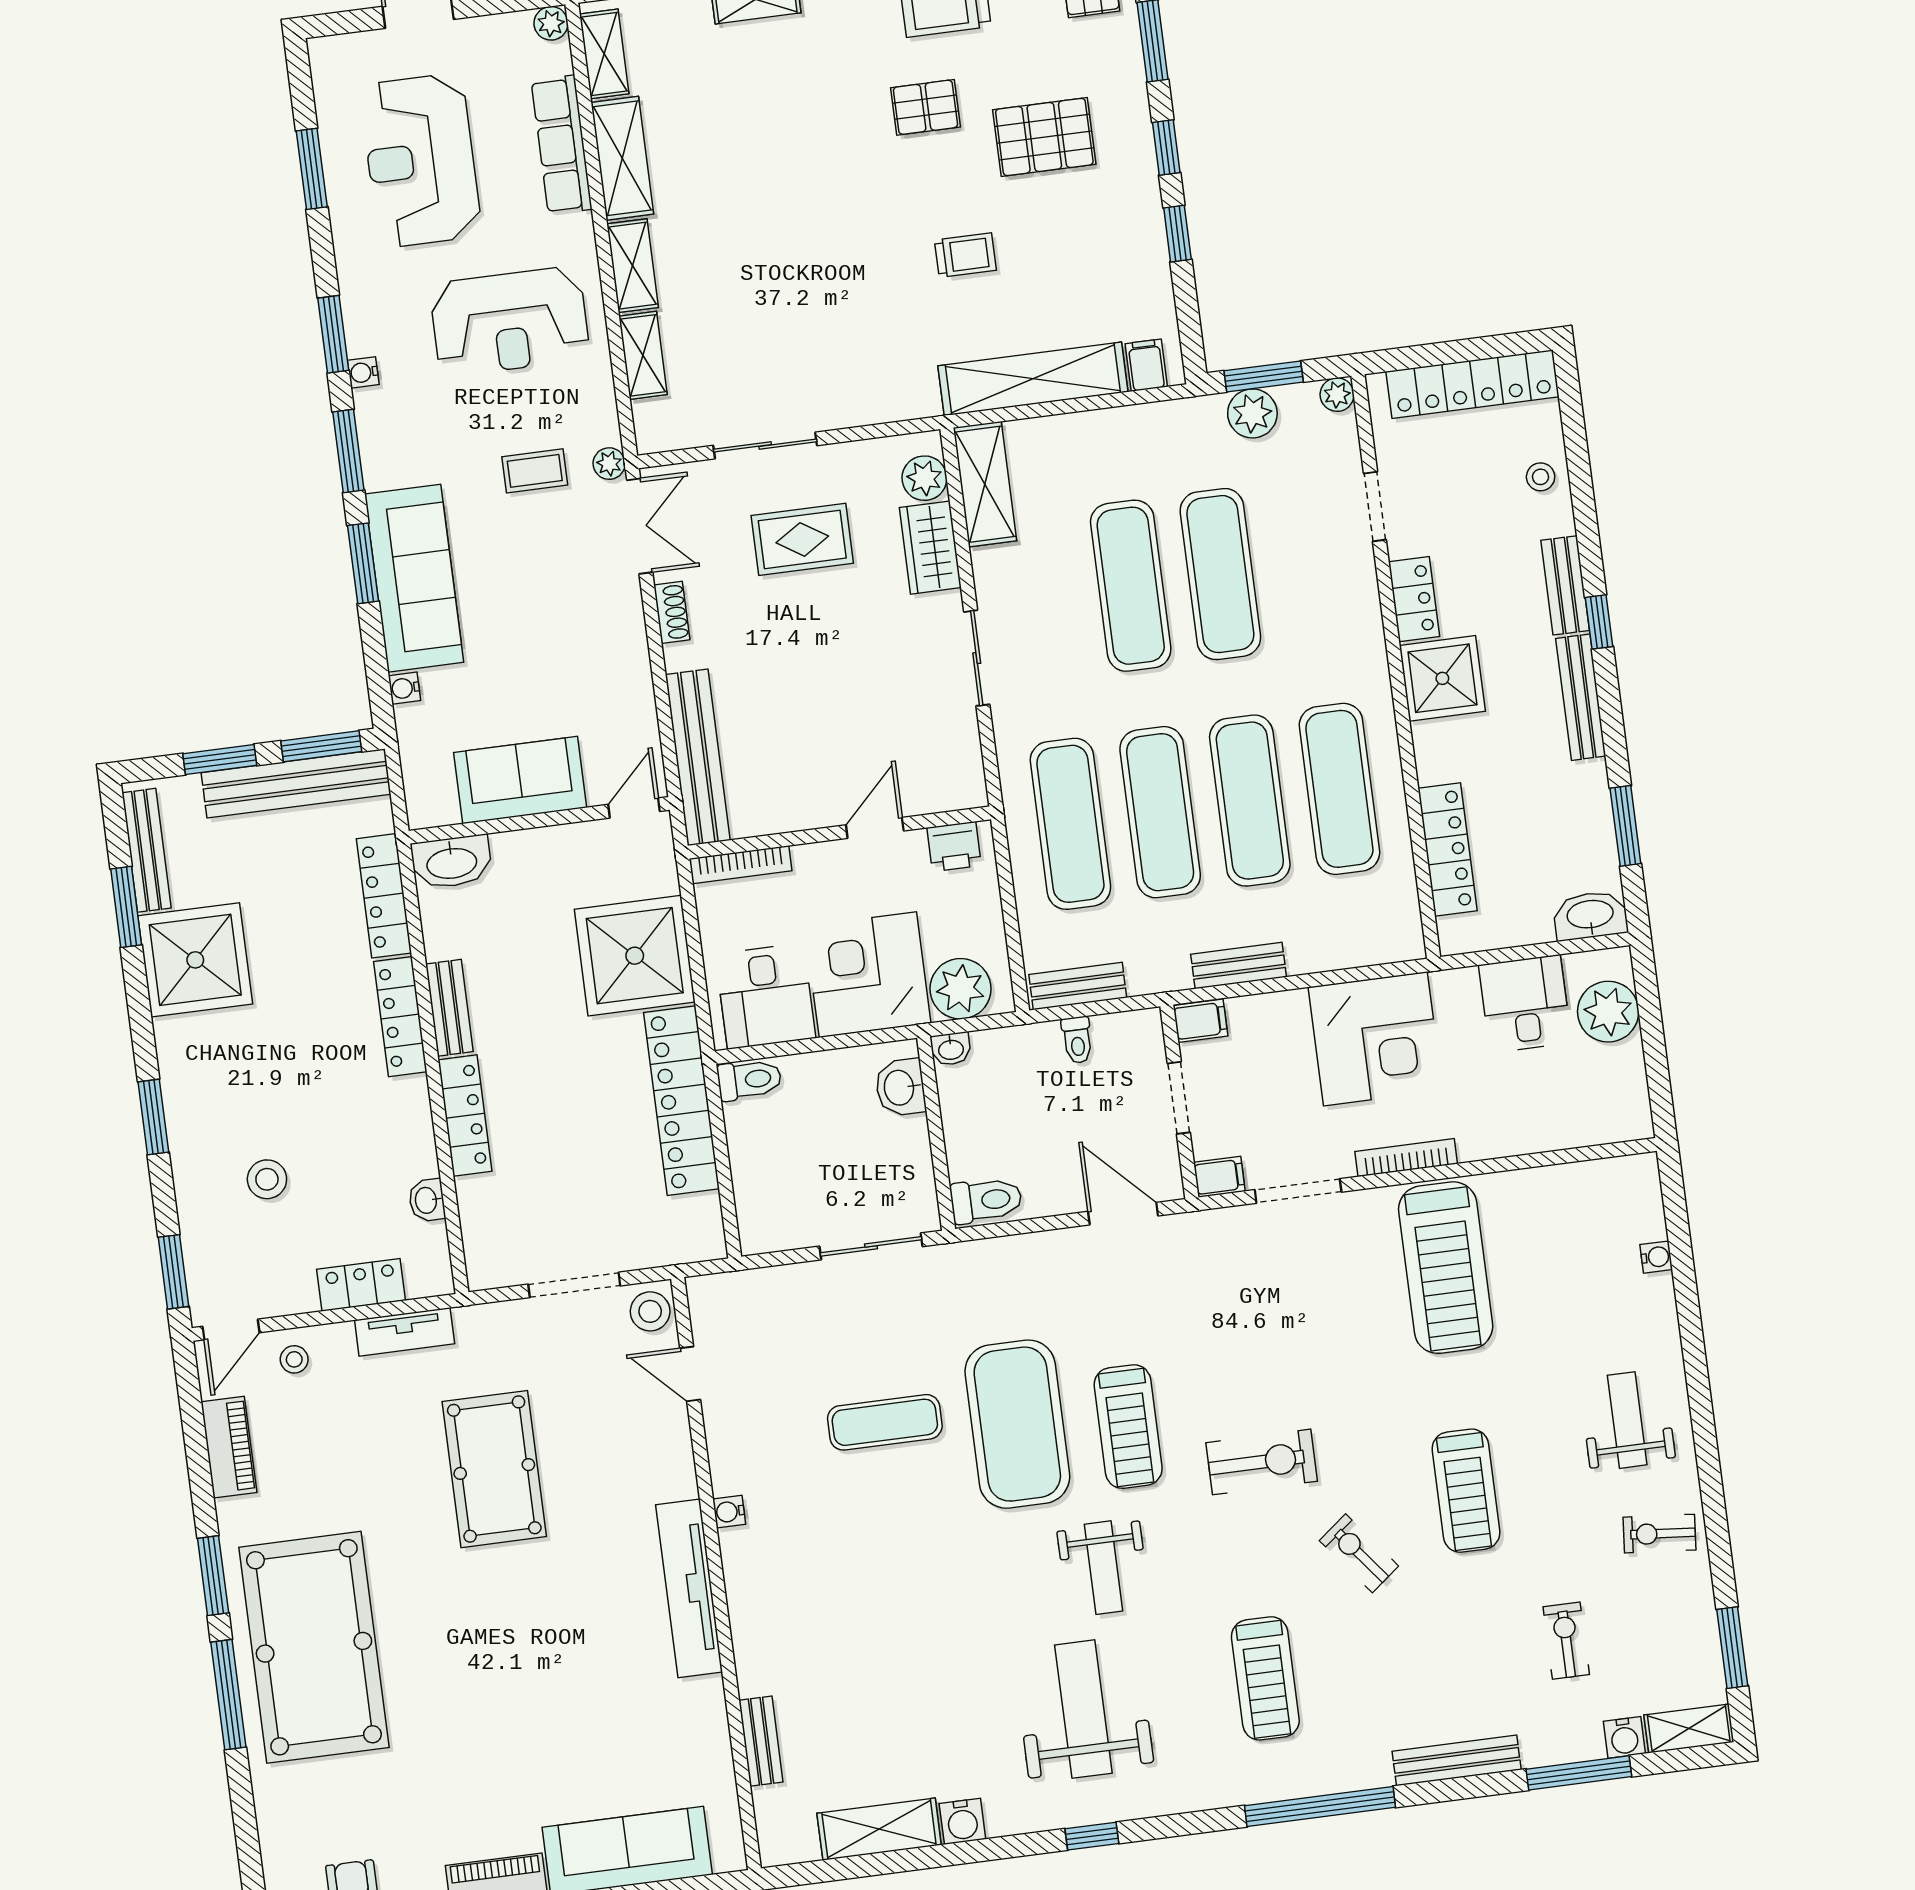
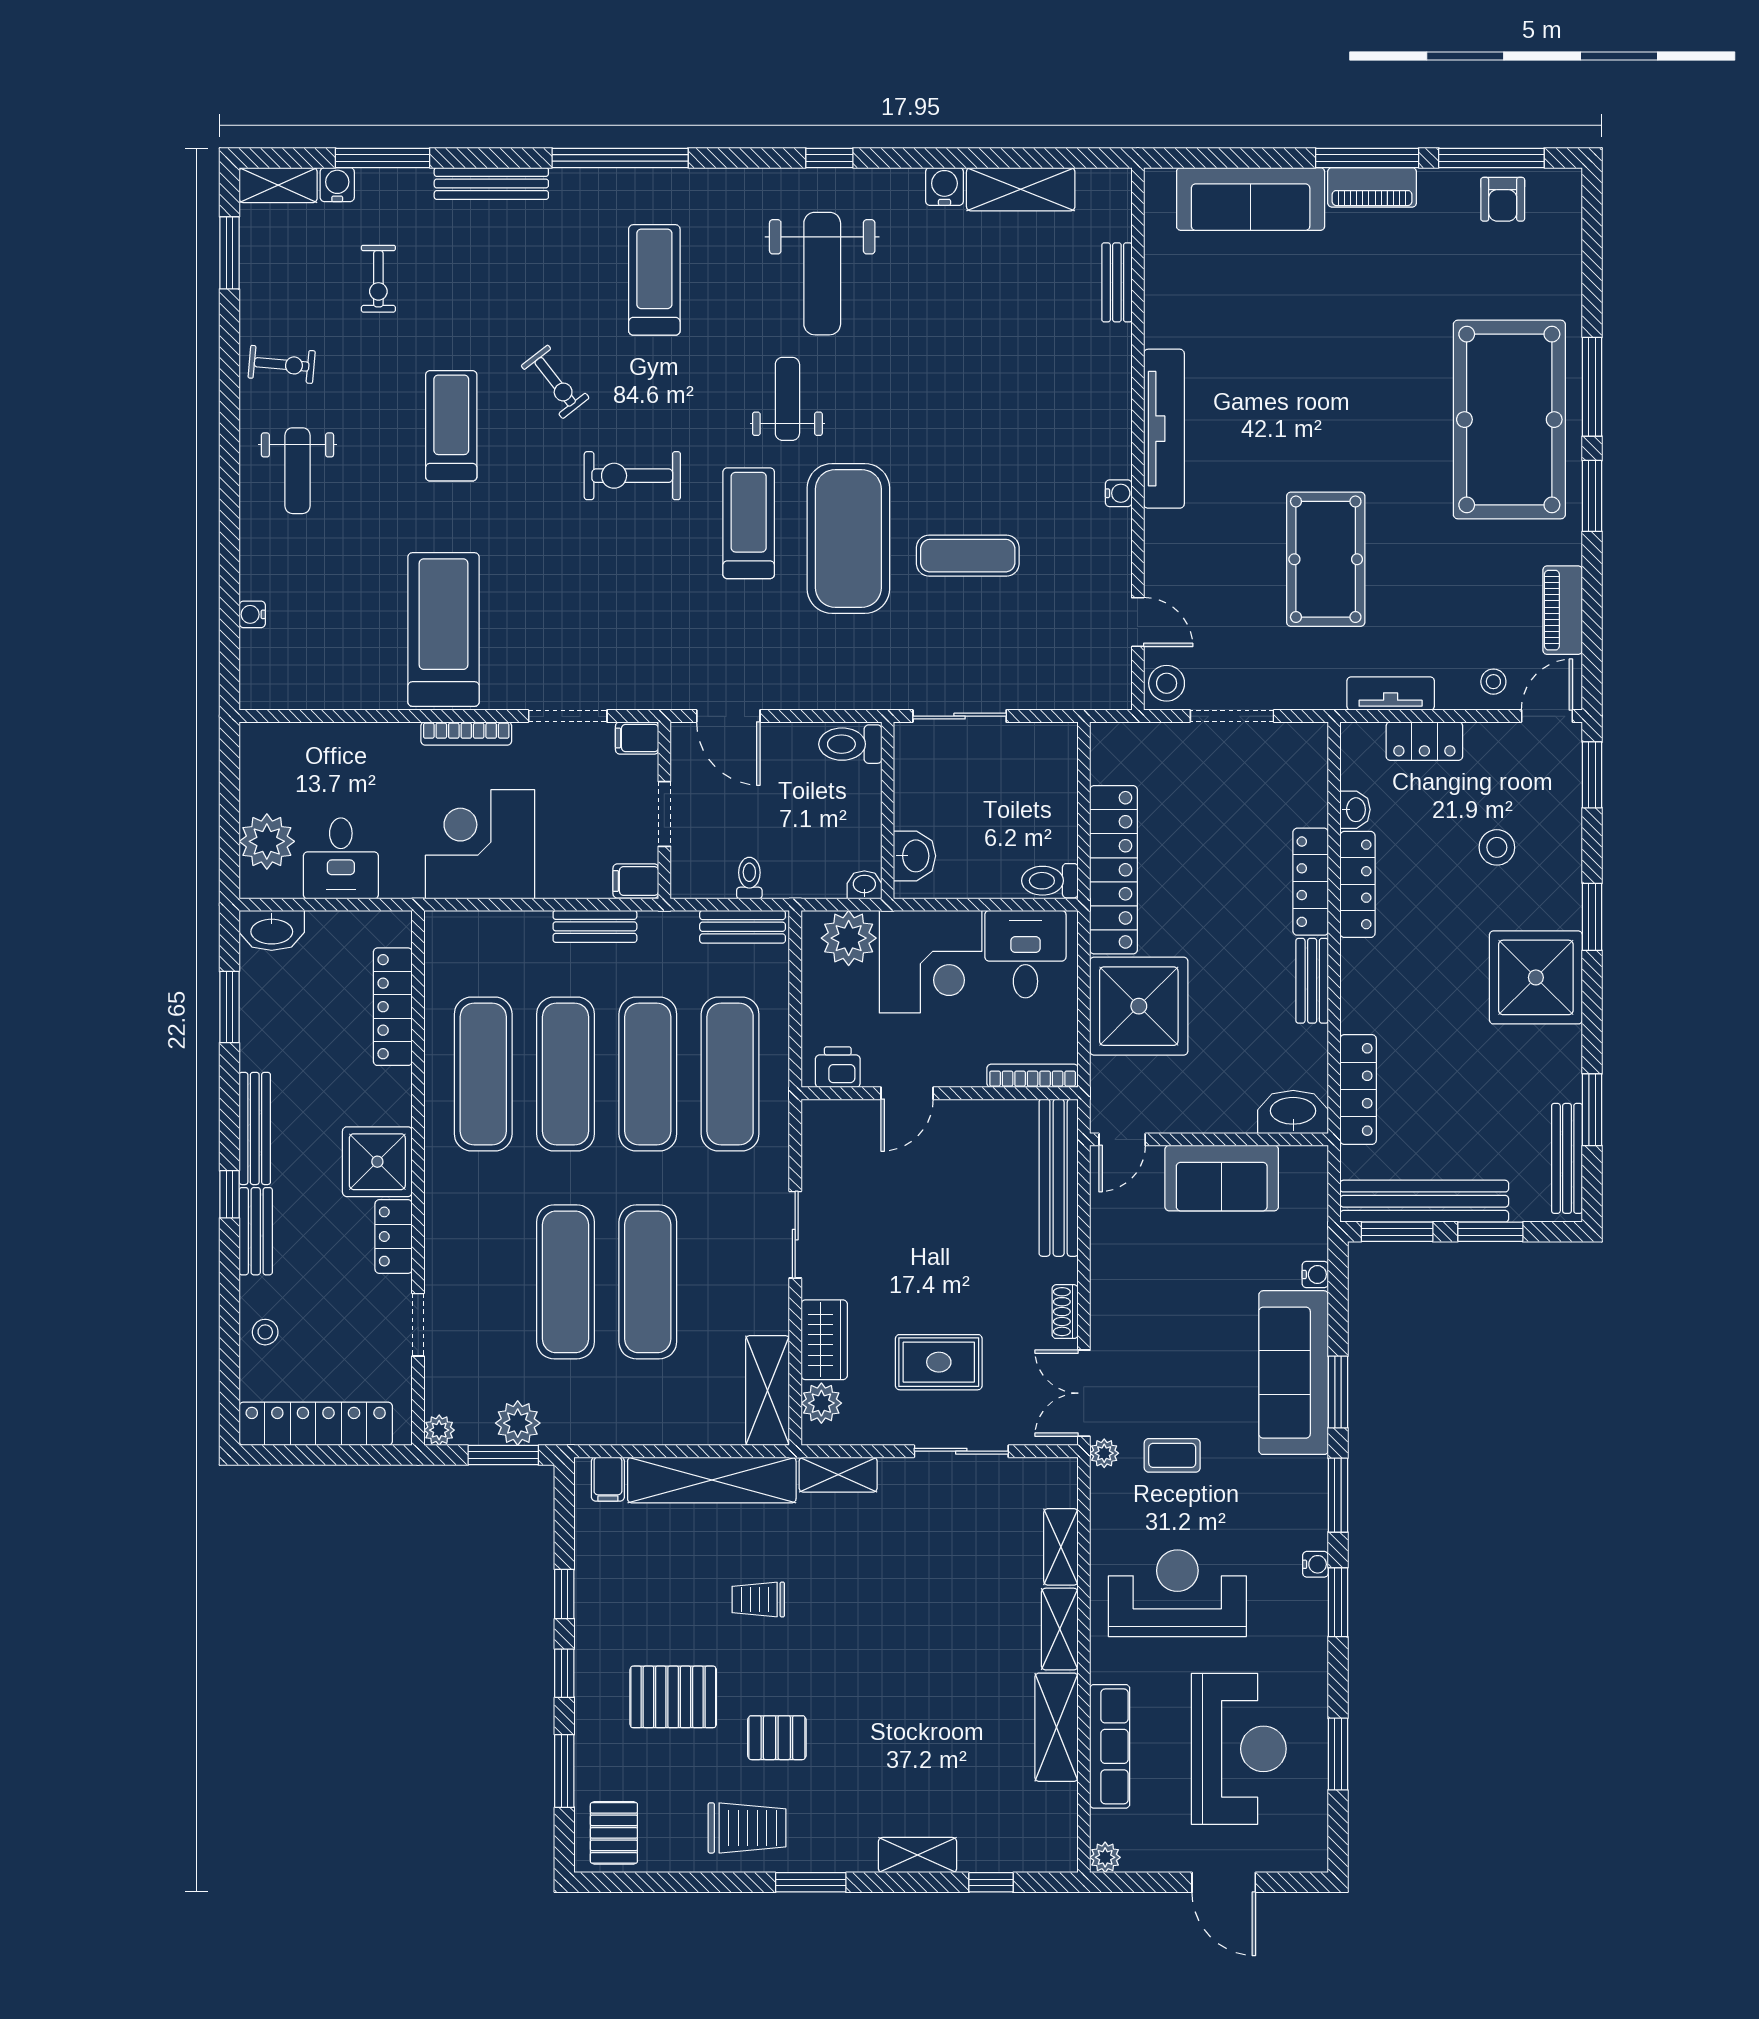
shelving: (604, 54) -> (838, 1475), moved, turned 90
shower: (195, 960) -> (1536, 977), moved
locker: (400, 1017) -> (1357, 884), moved

